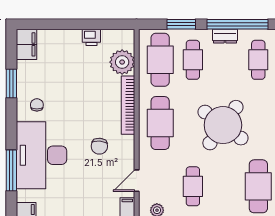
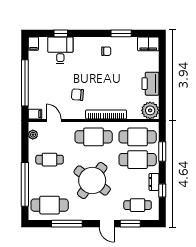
window: (237, 24) -> (162, 191), width x0.32
printer: (91, 37) -> (150, 84), width x1.87, depth x1.48
cafe table: (193, 60) -> (138, 160), width x1.37, depth x1.35
plant: (122, 62) -> (150, 110), moved
desk: (41, 155) -> (60, 50), width x0.53, depth x0.77
window: (11, 170) -> (61, 33), width x0.46

